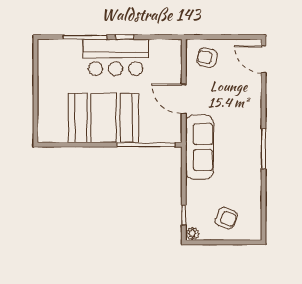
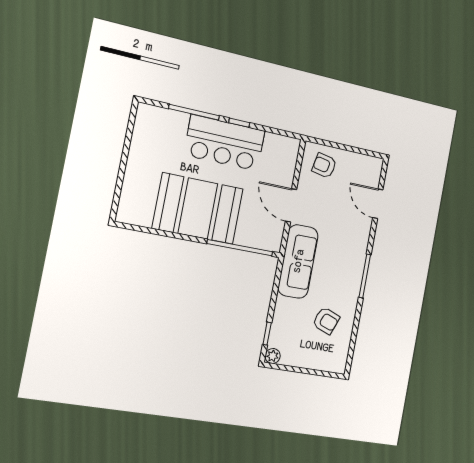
door: (264, 59) -> (378, 204), moved
armchair: (226, 218) -> (326, 321), moved

